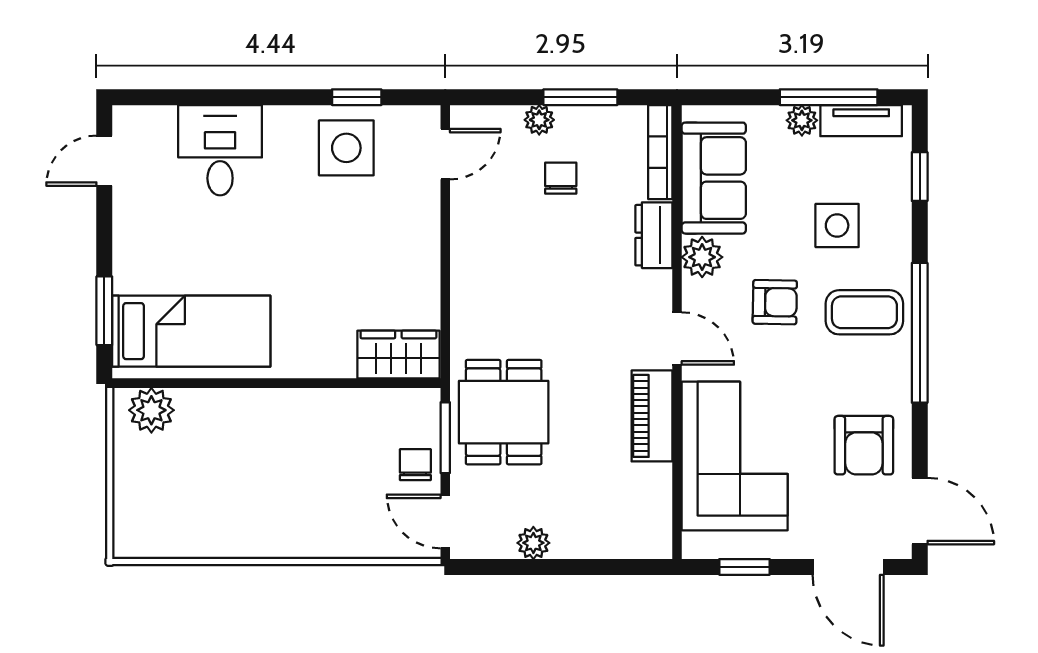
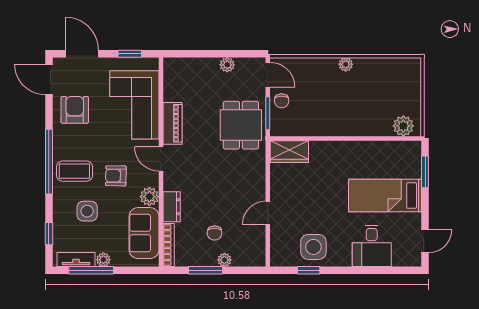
door: (445, 154) -> (268, 213), moved
bed: (191, 331) -> (385, 196), moved
plant: (276, 544) -> (346, 64), added

